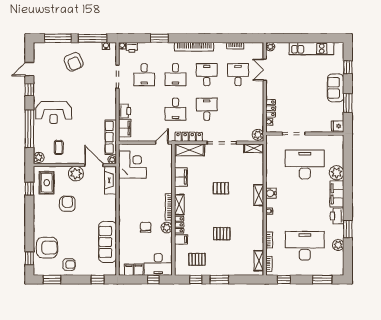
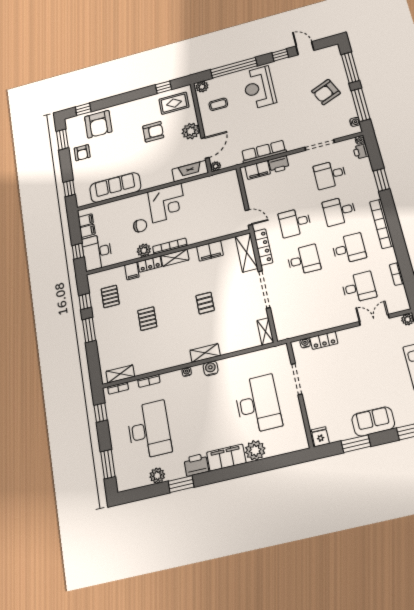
plant: (258, 135) -> (285, 332), removed
row of seats: (111, 137) -> (264, 152), moved
corner desk: (132, 164) -> (167, 203), moved

